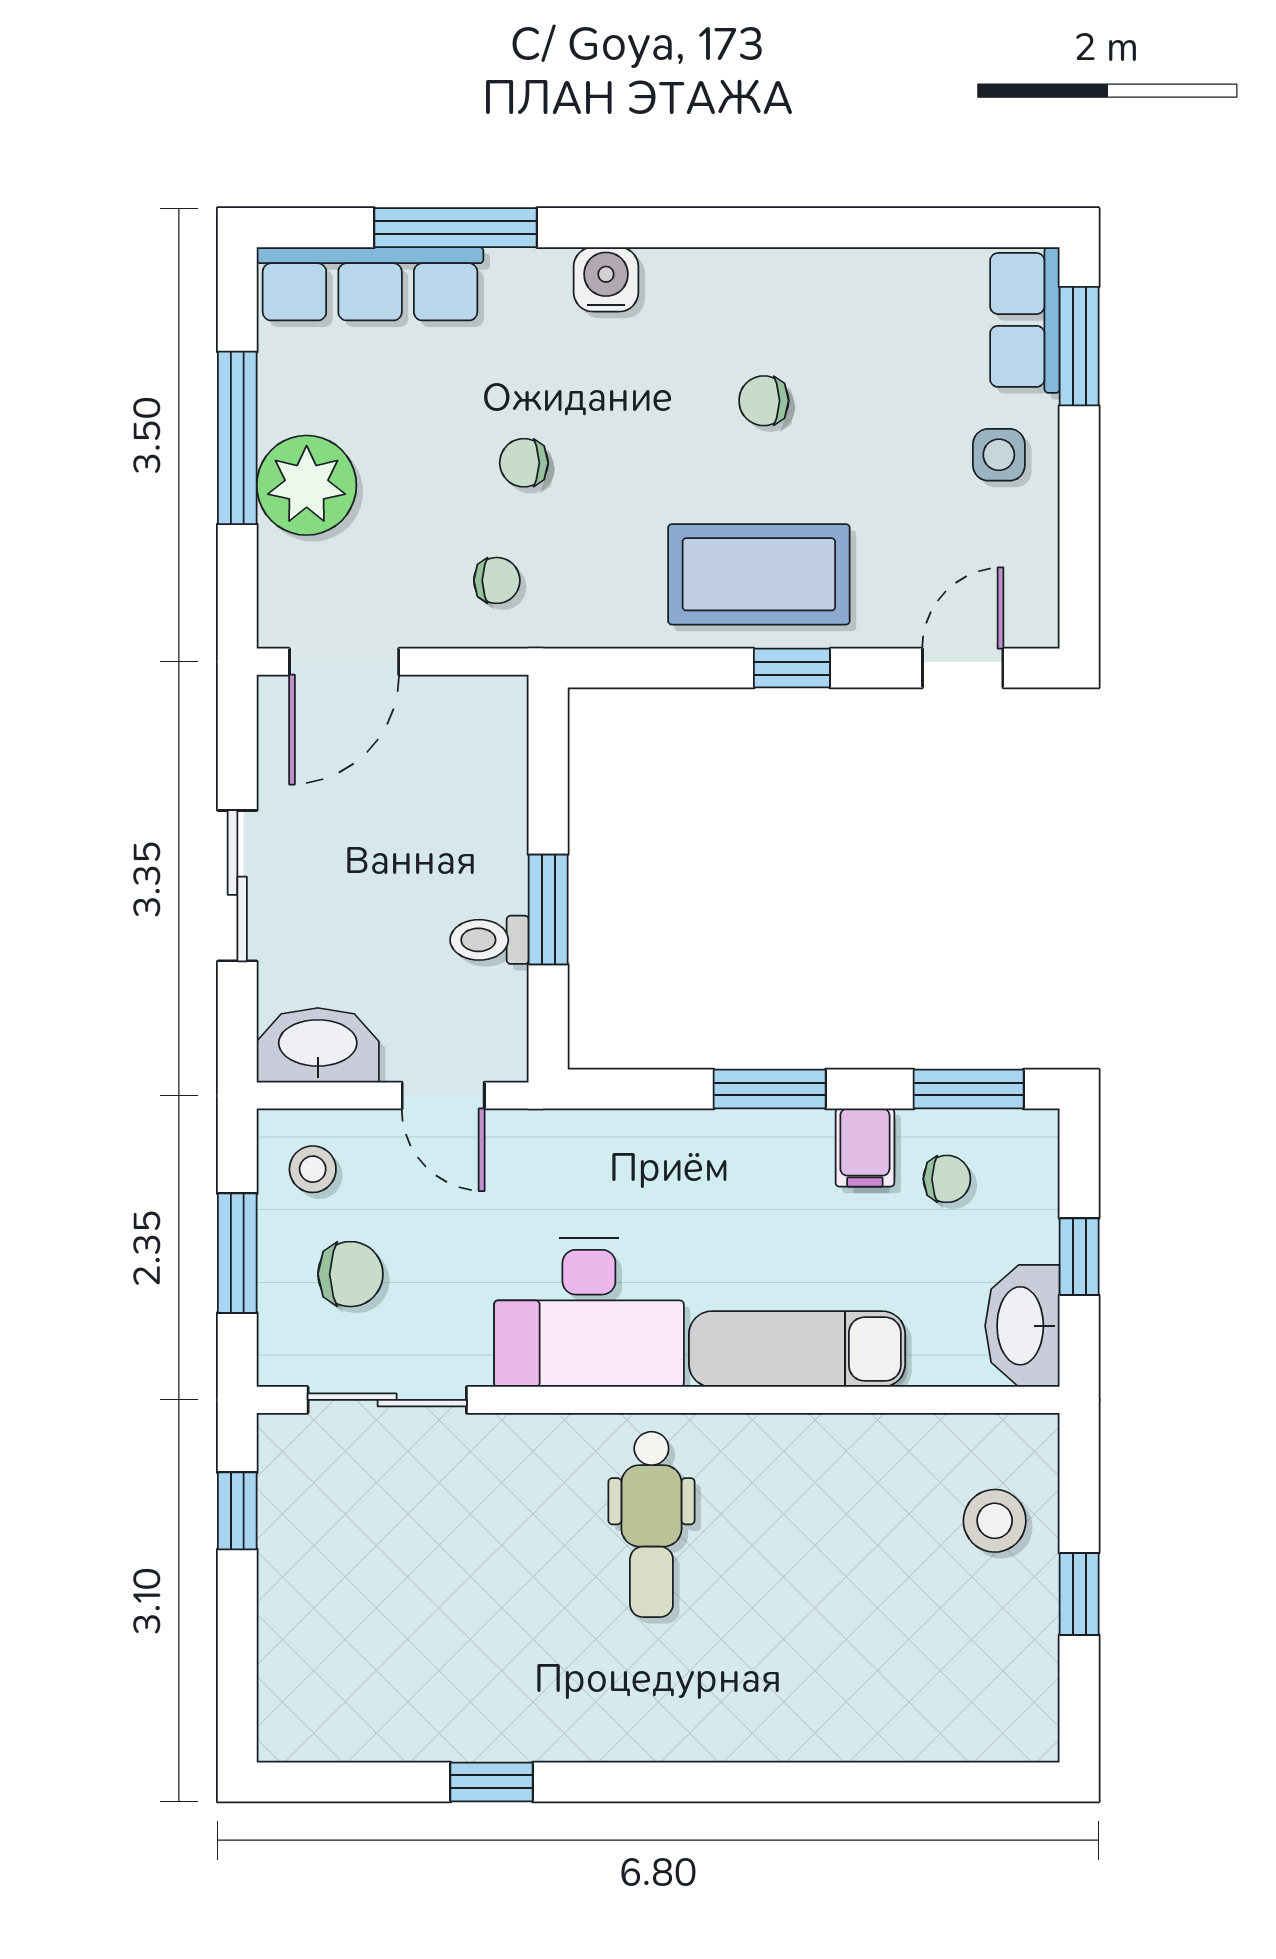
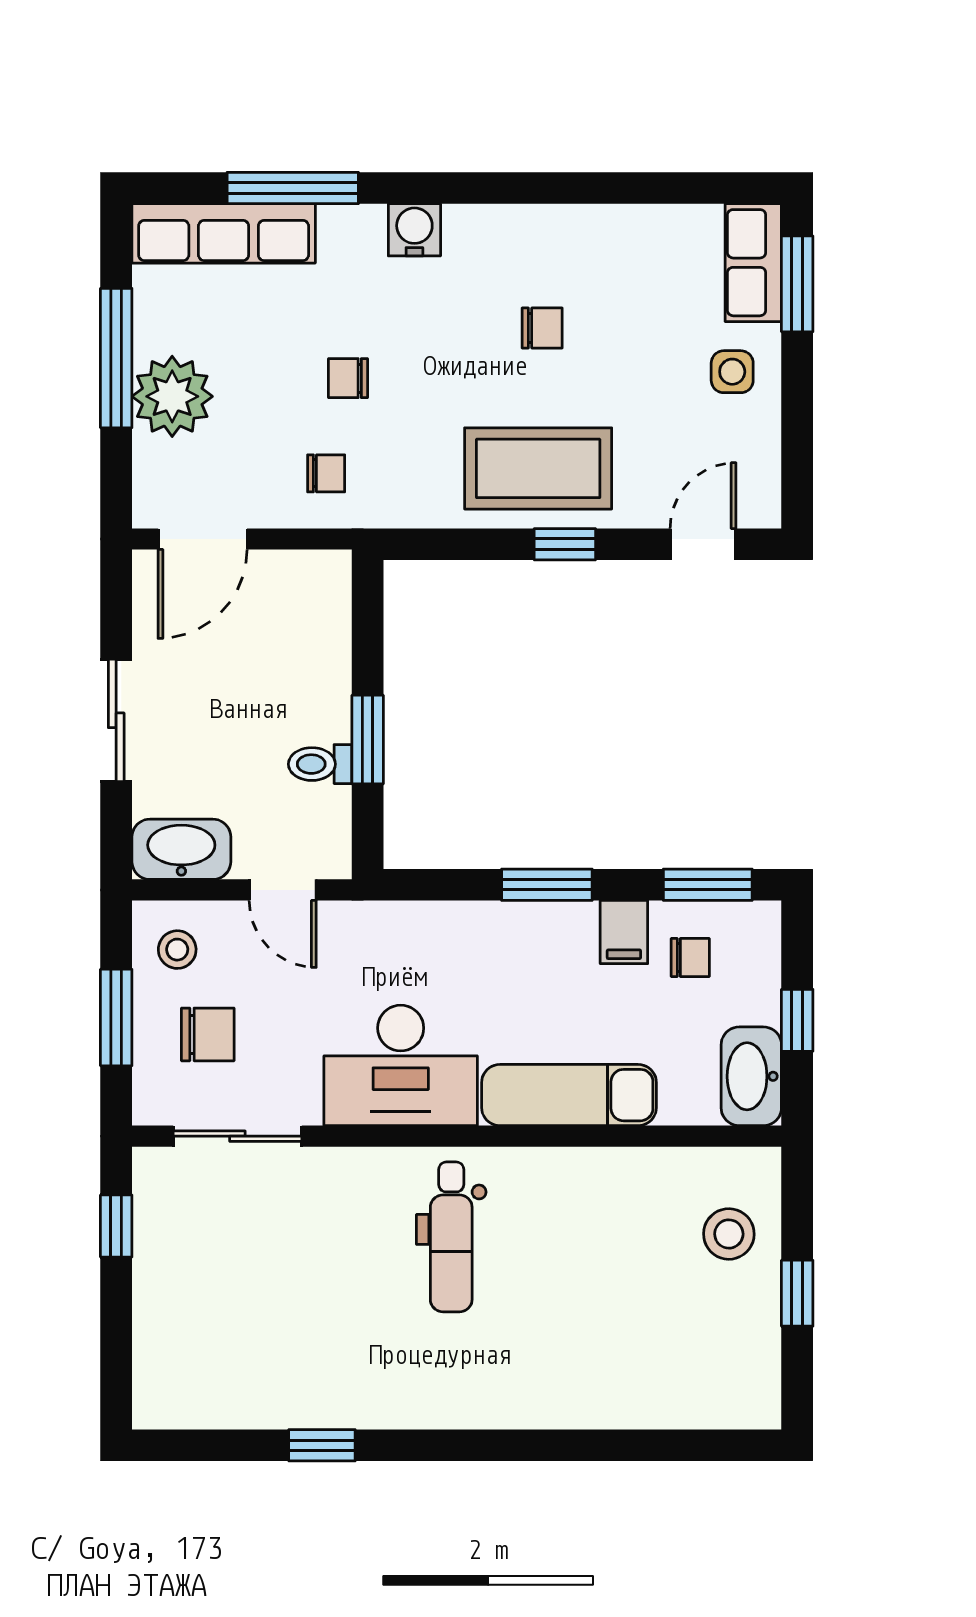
chair: (764, 401) -> (542, 328), turned 180

